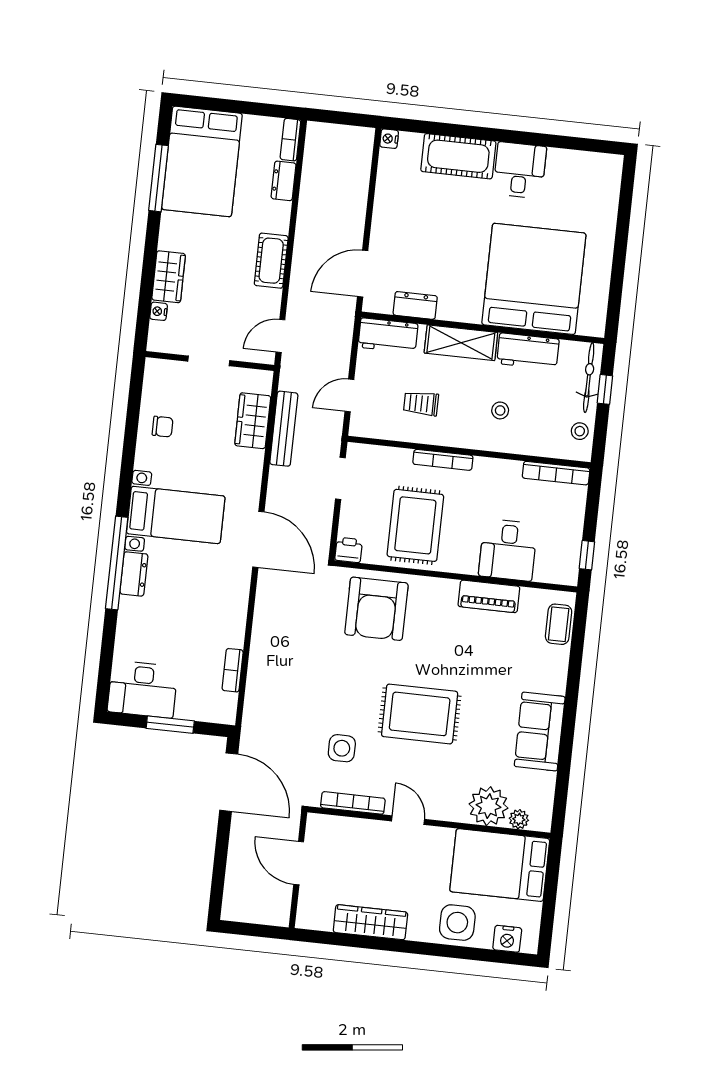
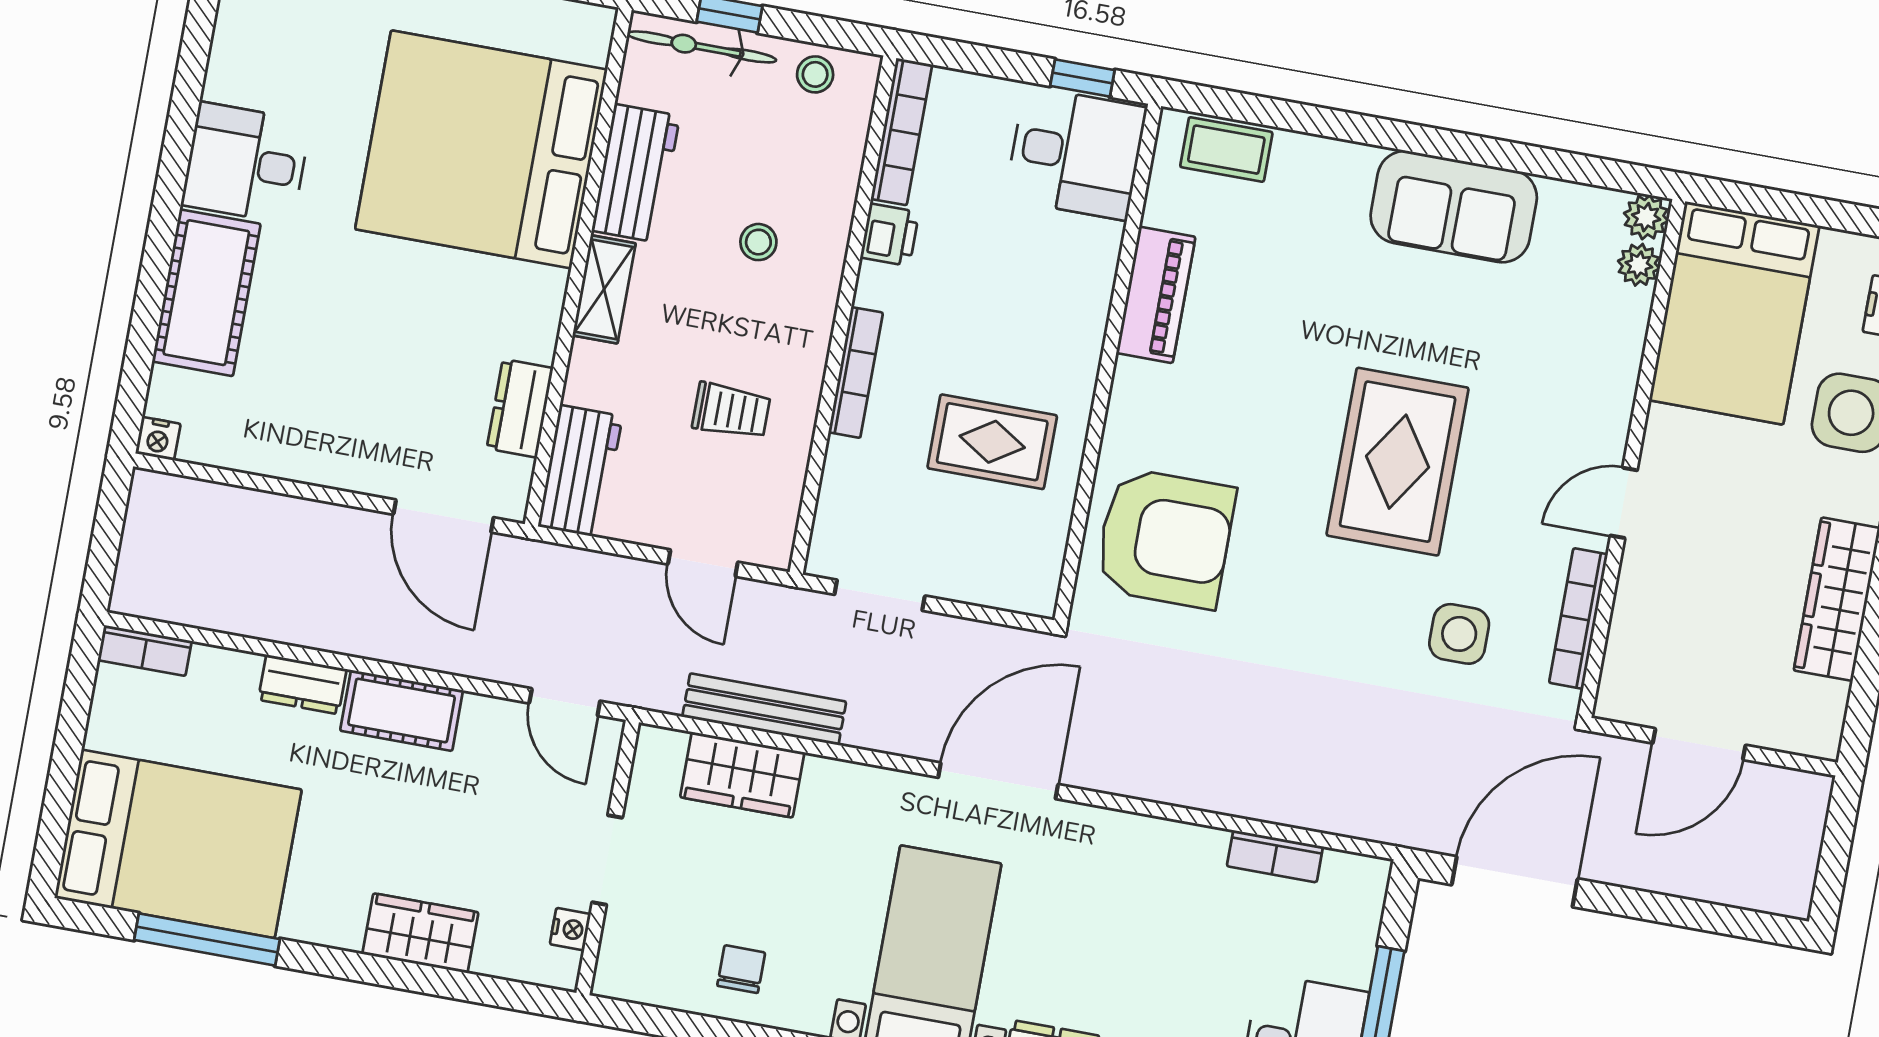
dresser: (284, 181) -> (302, 684), moved
nightstand: (159, 311) -> (570, 929), moved, turned -90
shelving: (461, 343) -> (604, 289), width x0.67, depth x0.75
trolley: (421, 403) -> (731, 411), turned -90
rug: (415, 525) -> (992, 442), width x0.73, depth x0.70
printer: (349, 550) -> (890, 235), moved, turned 180
desk: (508, 550) -> (1076, 153), moved
plant: (489, 806) -> (1646, 217), moved, width x0.53, depth x0.53

